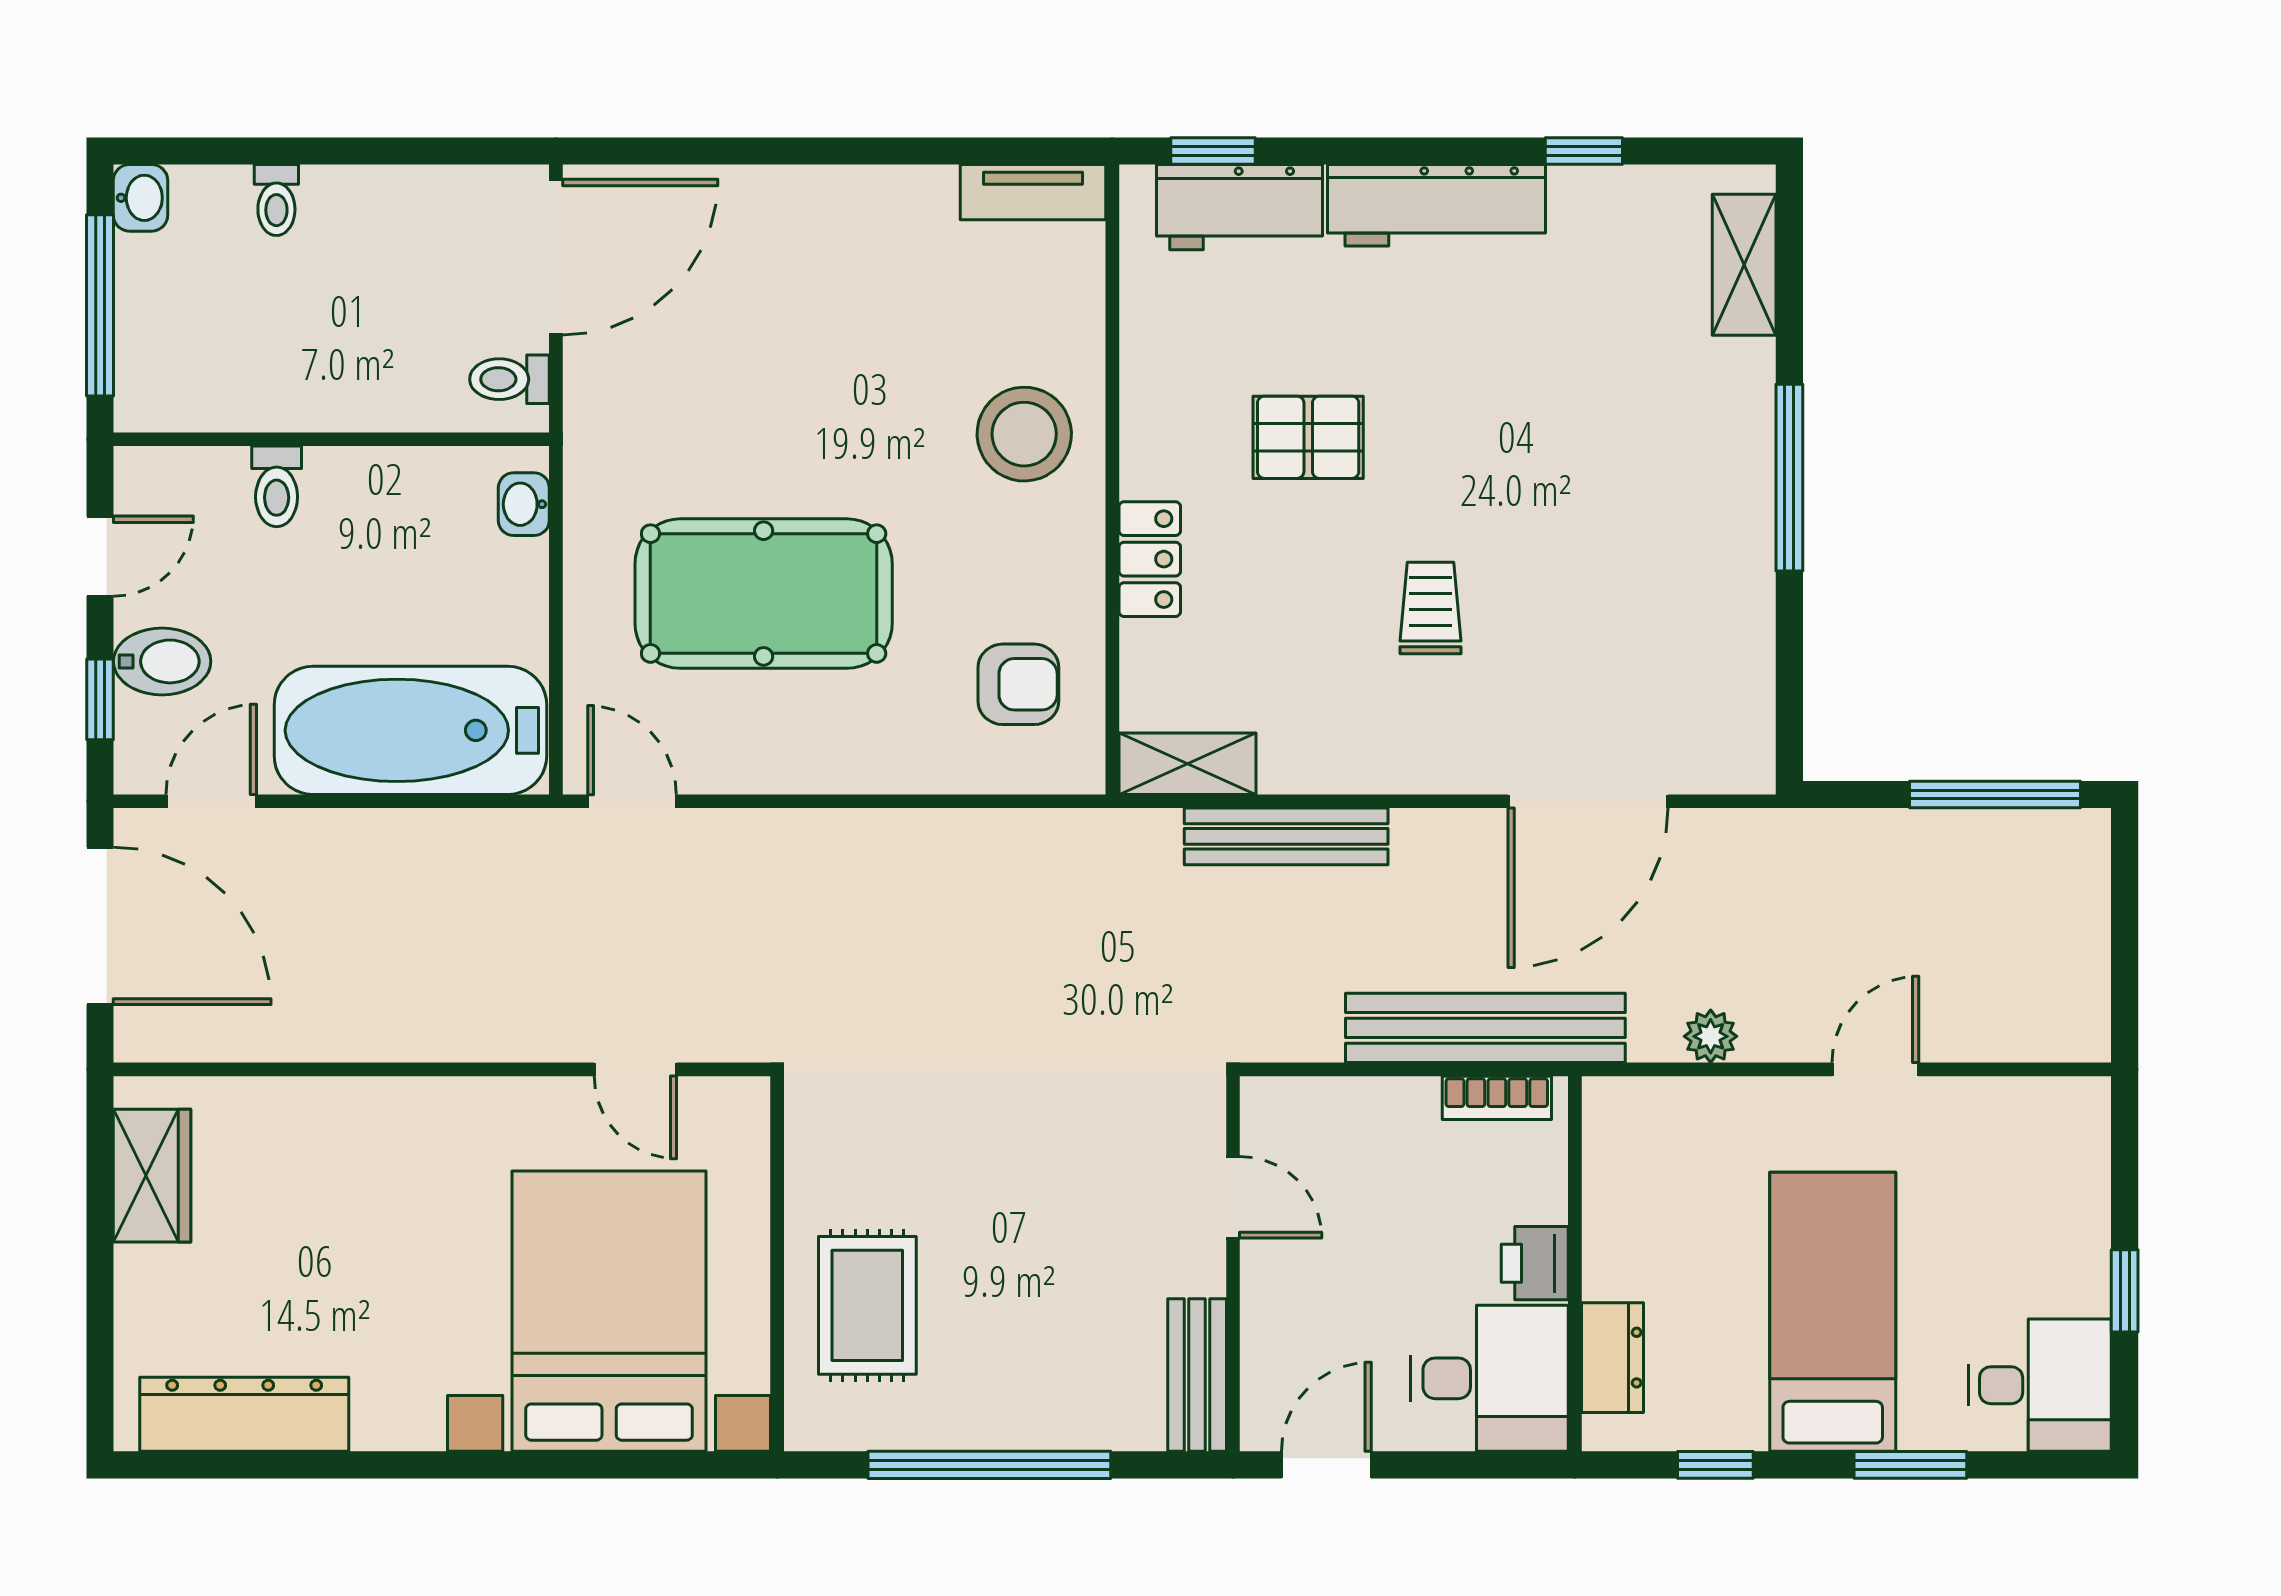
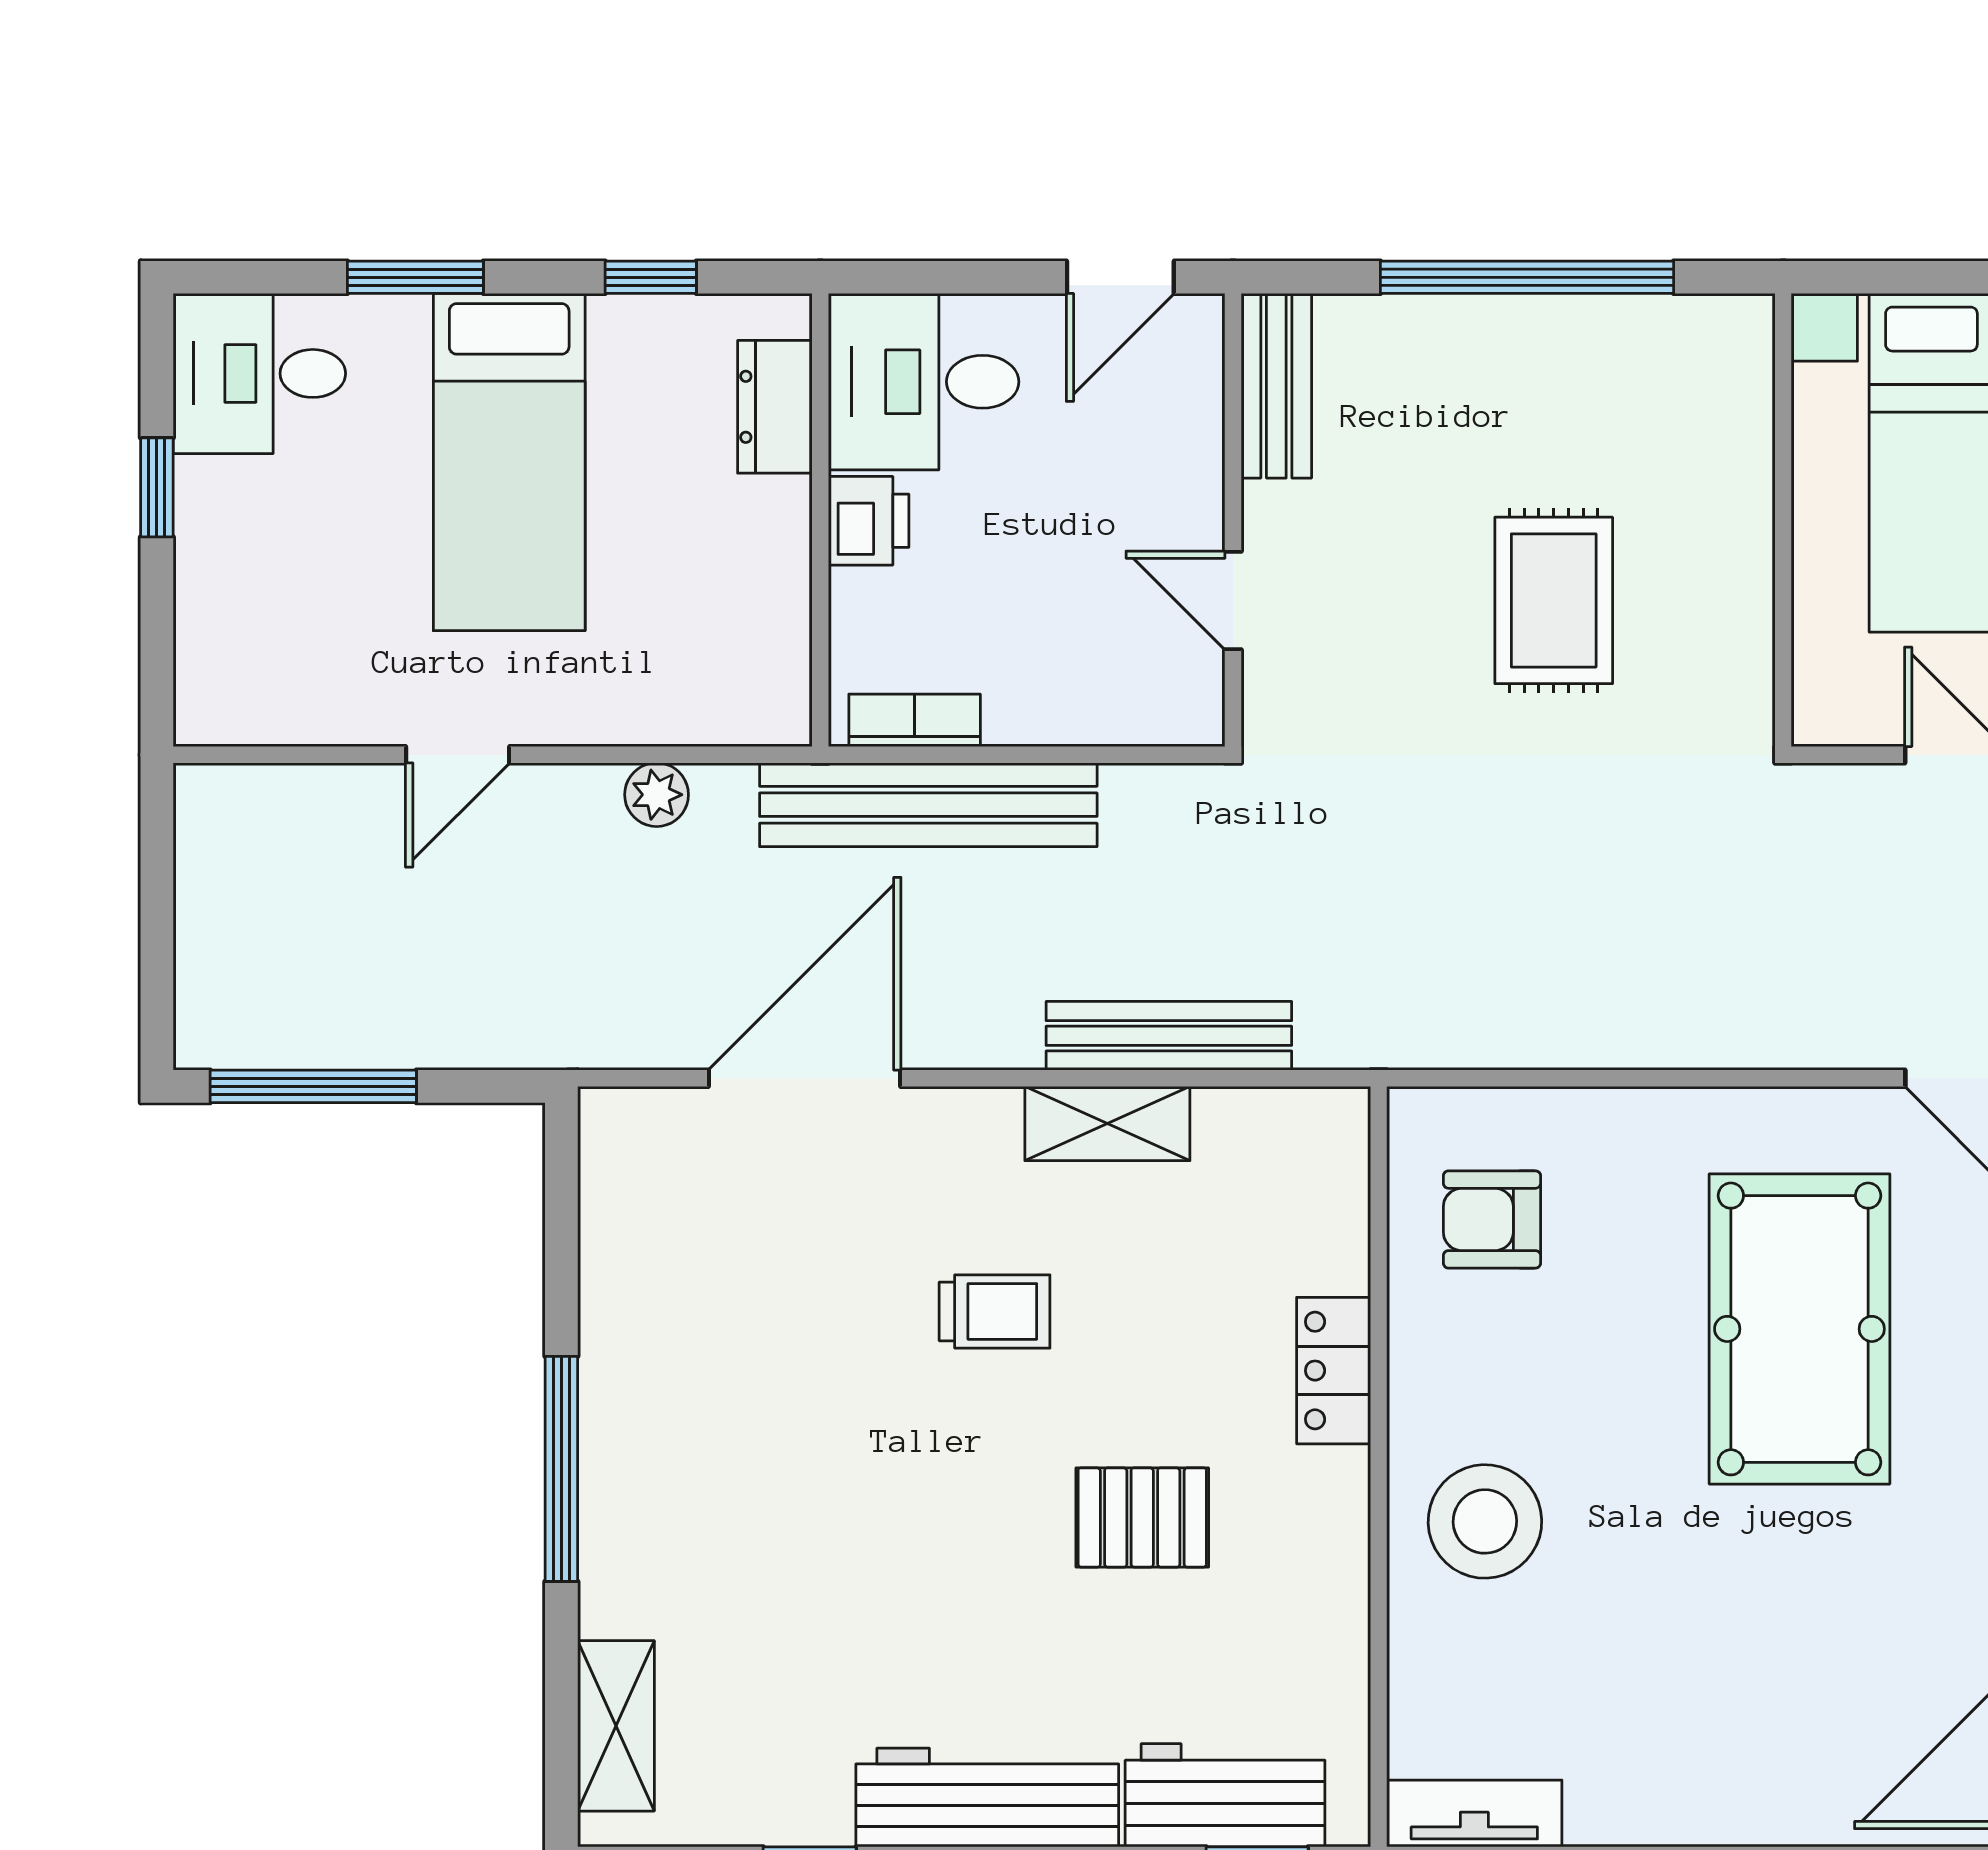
pool table: (764, 594) -> (1799, 1329), turned 90
trolley: (1430, 608) -> (995, 1311), turned -90
shelving: (1187, 764) -> (1107, 1124), moved
rug: (867, 1305) -> (1554, 600), moved

